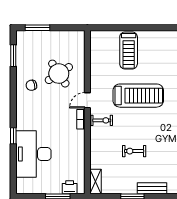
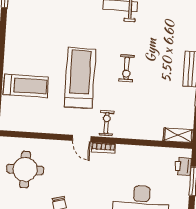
round table: (59, 74) -> (25, 169), moved, turned 33
exercise bike: (134, 151) -> (127, 68), moved

